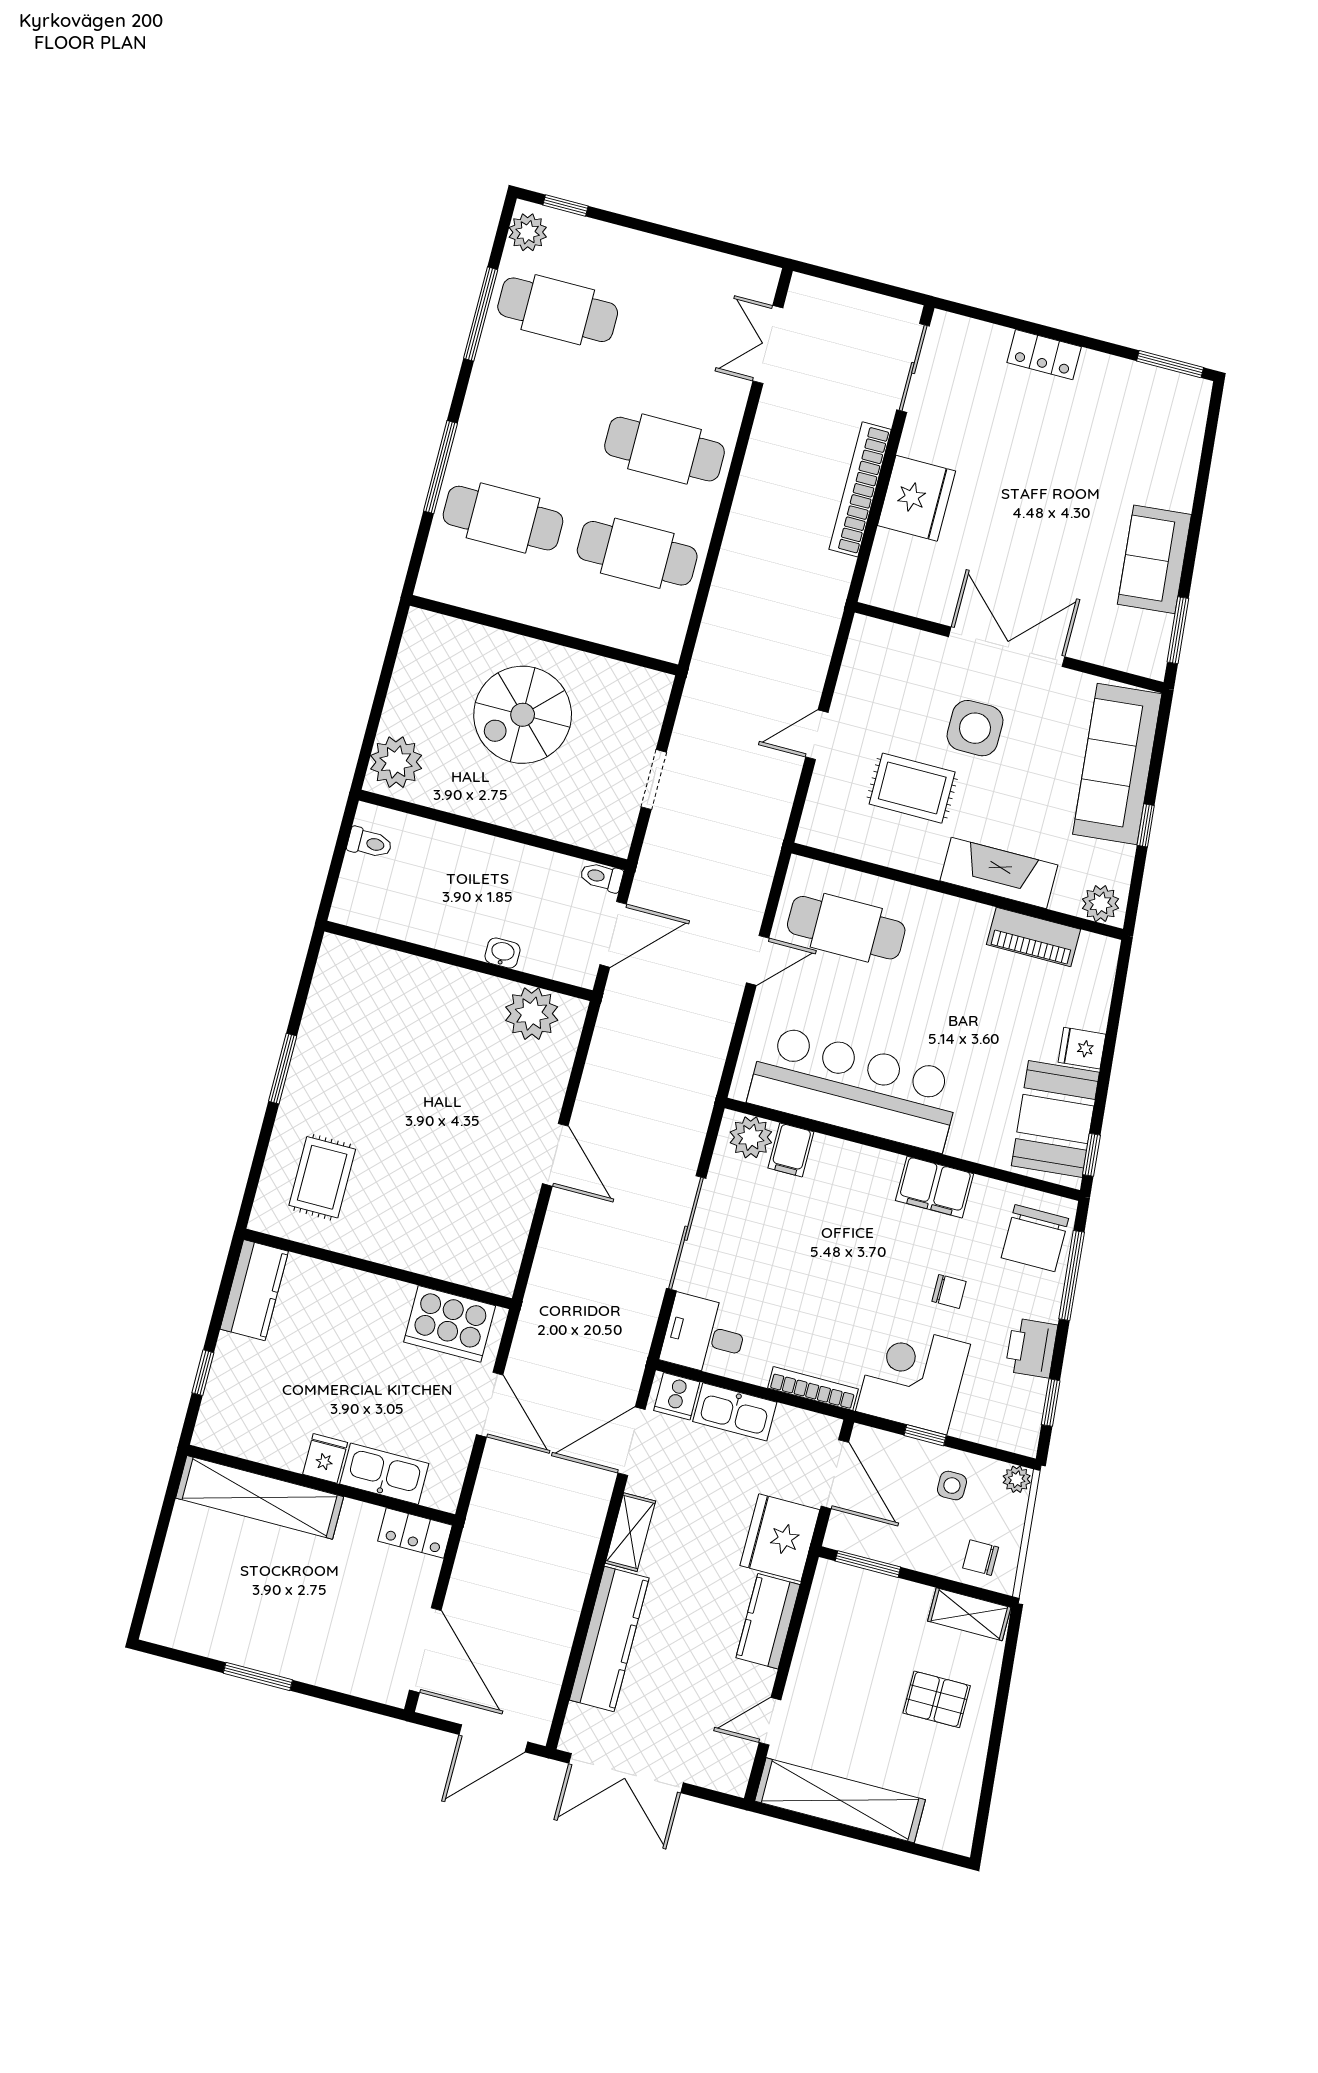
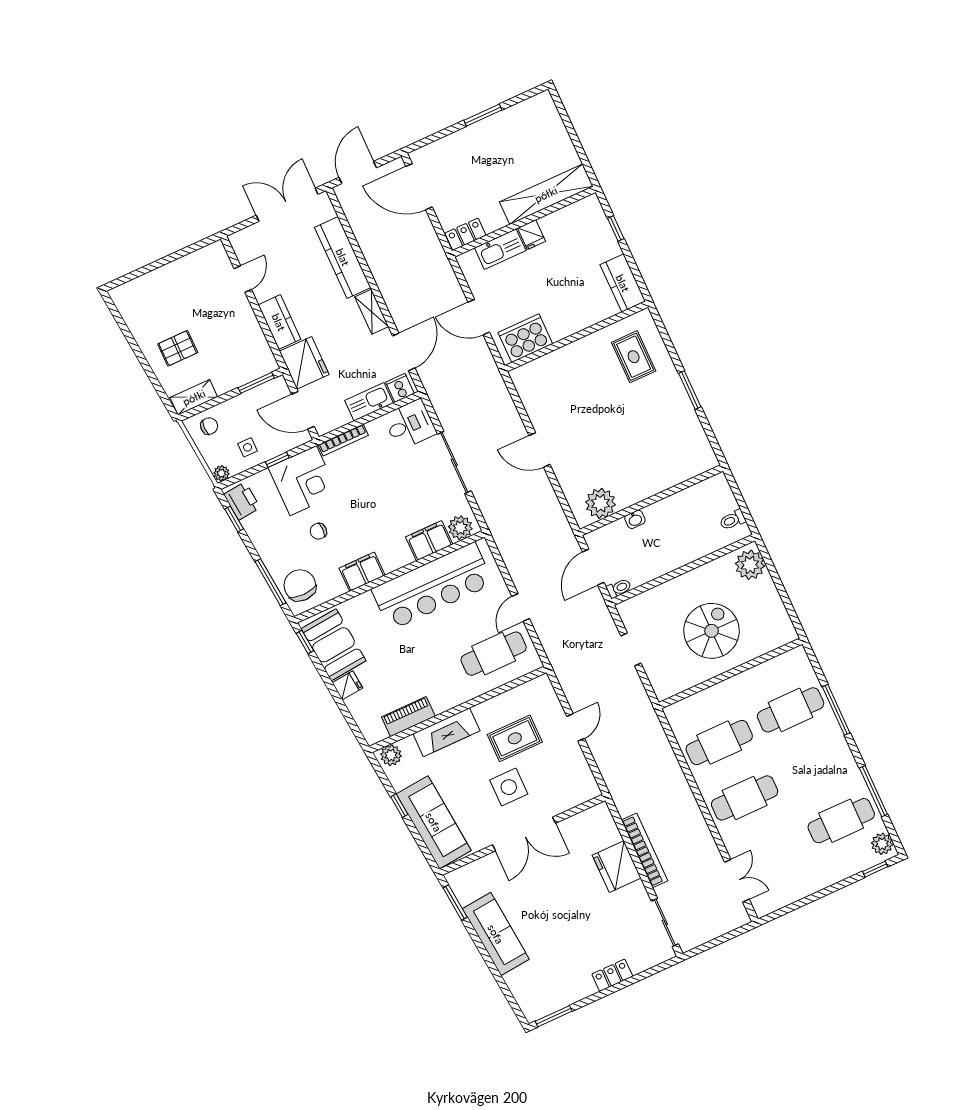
sofa: (1154, 559) -> (496, 934), width x1.36
filing cabinet: (791, 1150) -> (429, 541), width x2.00
printer: (1031, 1348) -> (242, 501), moved
shelving: (840, 1800) -> (184, 270), removed

